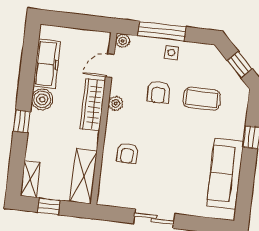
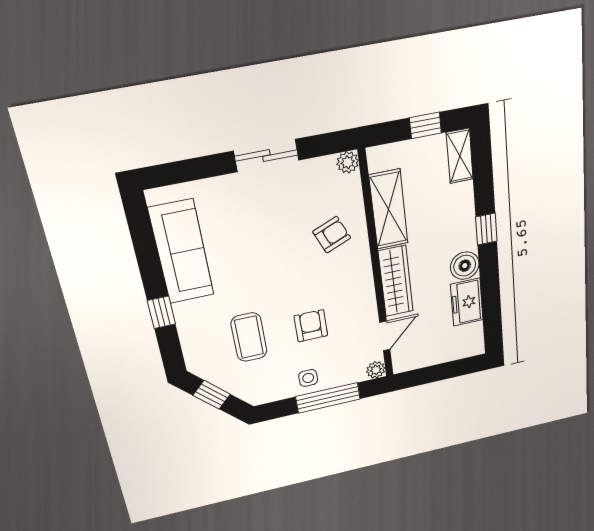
freezer: (47, 64) -> (467, 302), width x0.71
coffee table: (202, 99) -> (249, 337), turned 90
plant: (116, 103) -> (348, 162), moved
armchair: (127, 153) -> (332, 235), turned 67
shelving: (83, 176) -> (389, 209), moved

